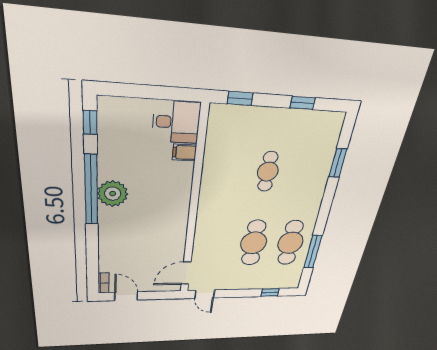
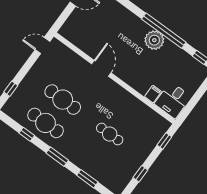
window: (325, 210) -> (57, 157), added
window: (313, 252) -> (27, 134), width x0.46
door: (186, 273) -> (101, 68), moved

